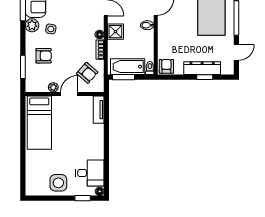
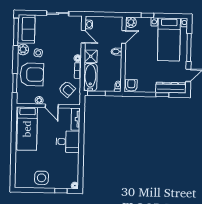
armchair: (44, 56) -> (32, 74), width x1.88, depth x1.88
bathtub: (128, 67) -> (90, 77), moved, turned 90
dresser: (202, 68) -> (171, 88), moved
door: (69, 94) -> (52, 106), swing flipped
desk: (90, 173) -> (68, 142), moved

